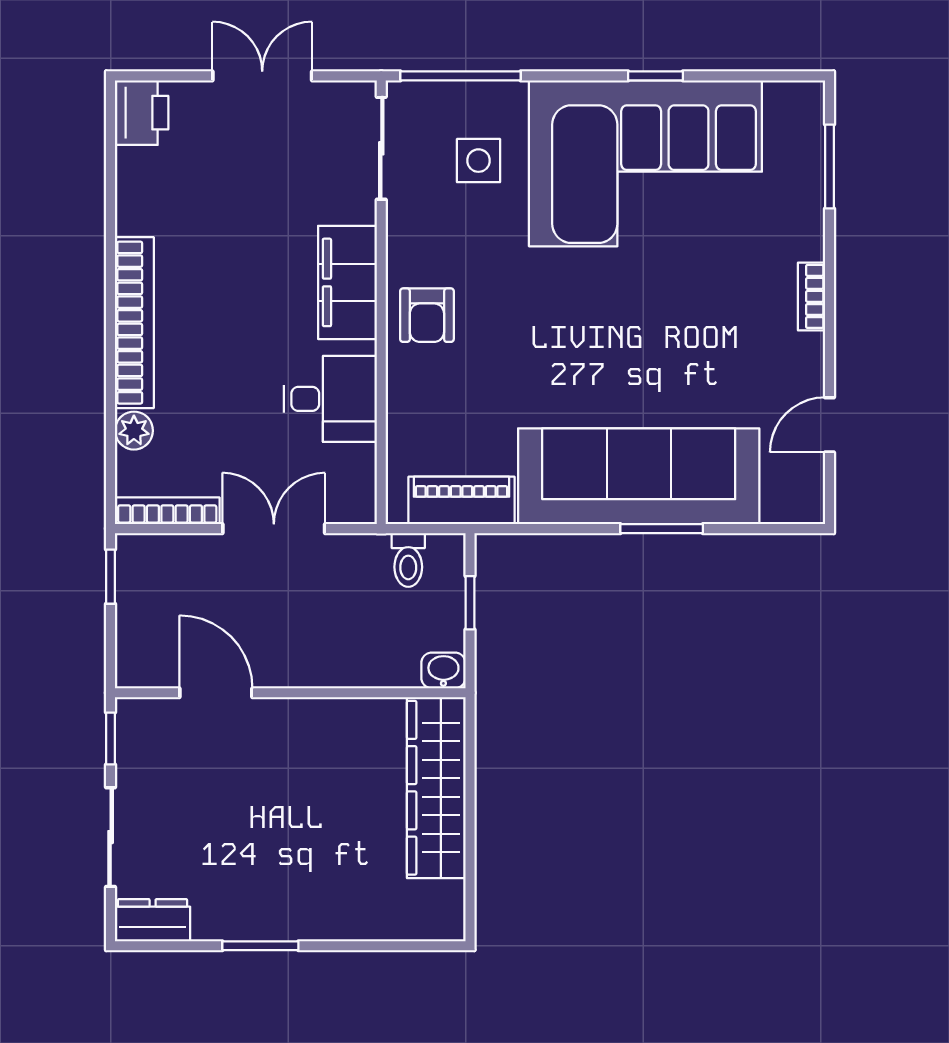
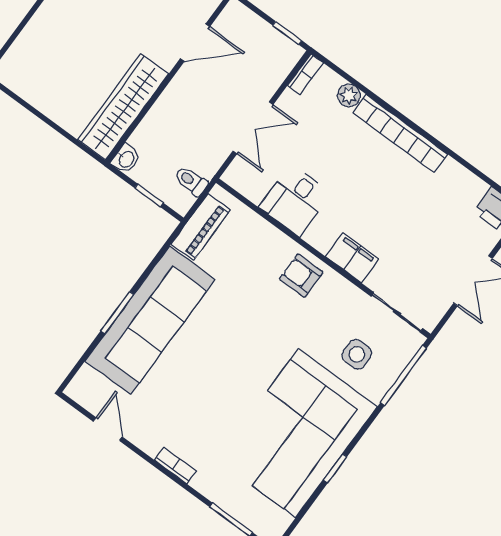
filing cabinet: (347, 282) -> (352, 258), width x0.67, depth x0.86
bookcase: (167, 511) -> (305, 74), width x0.64
wardrobe: (436, 788) -> (123, 107), moved, turned -90

